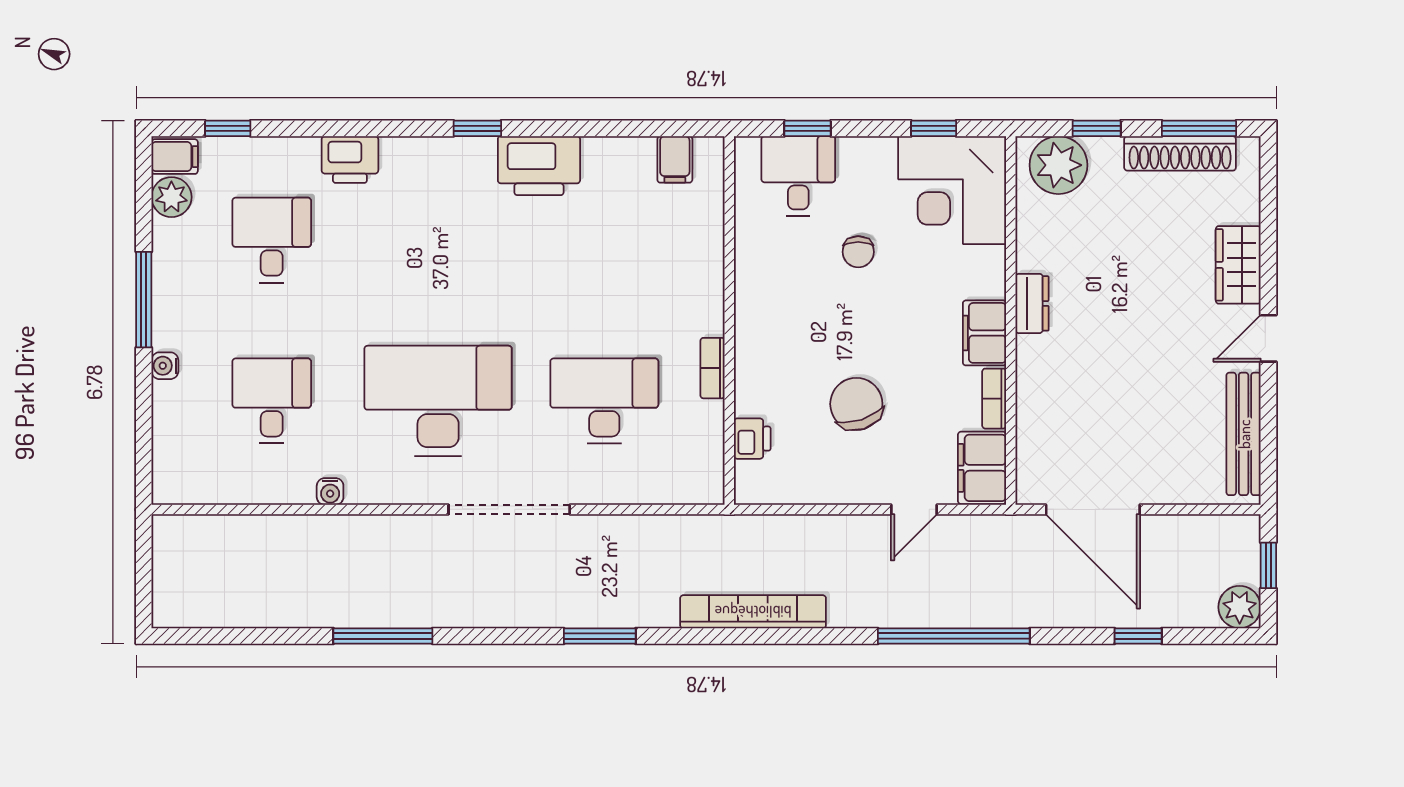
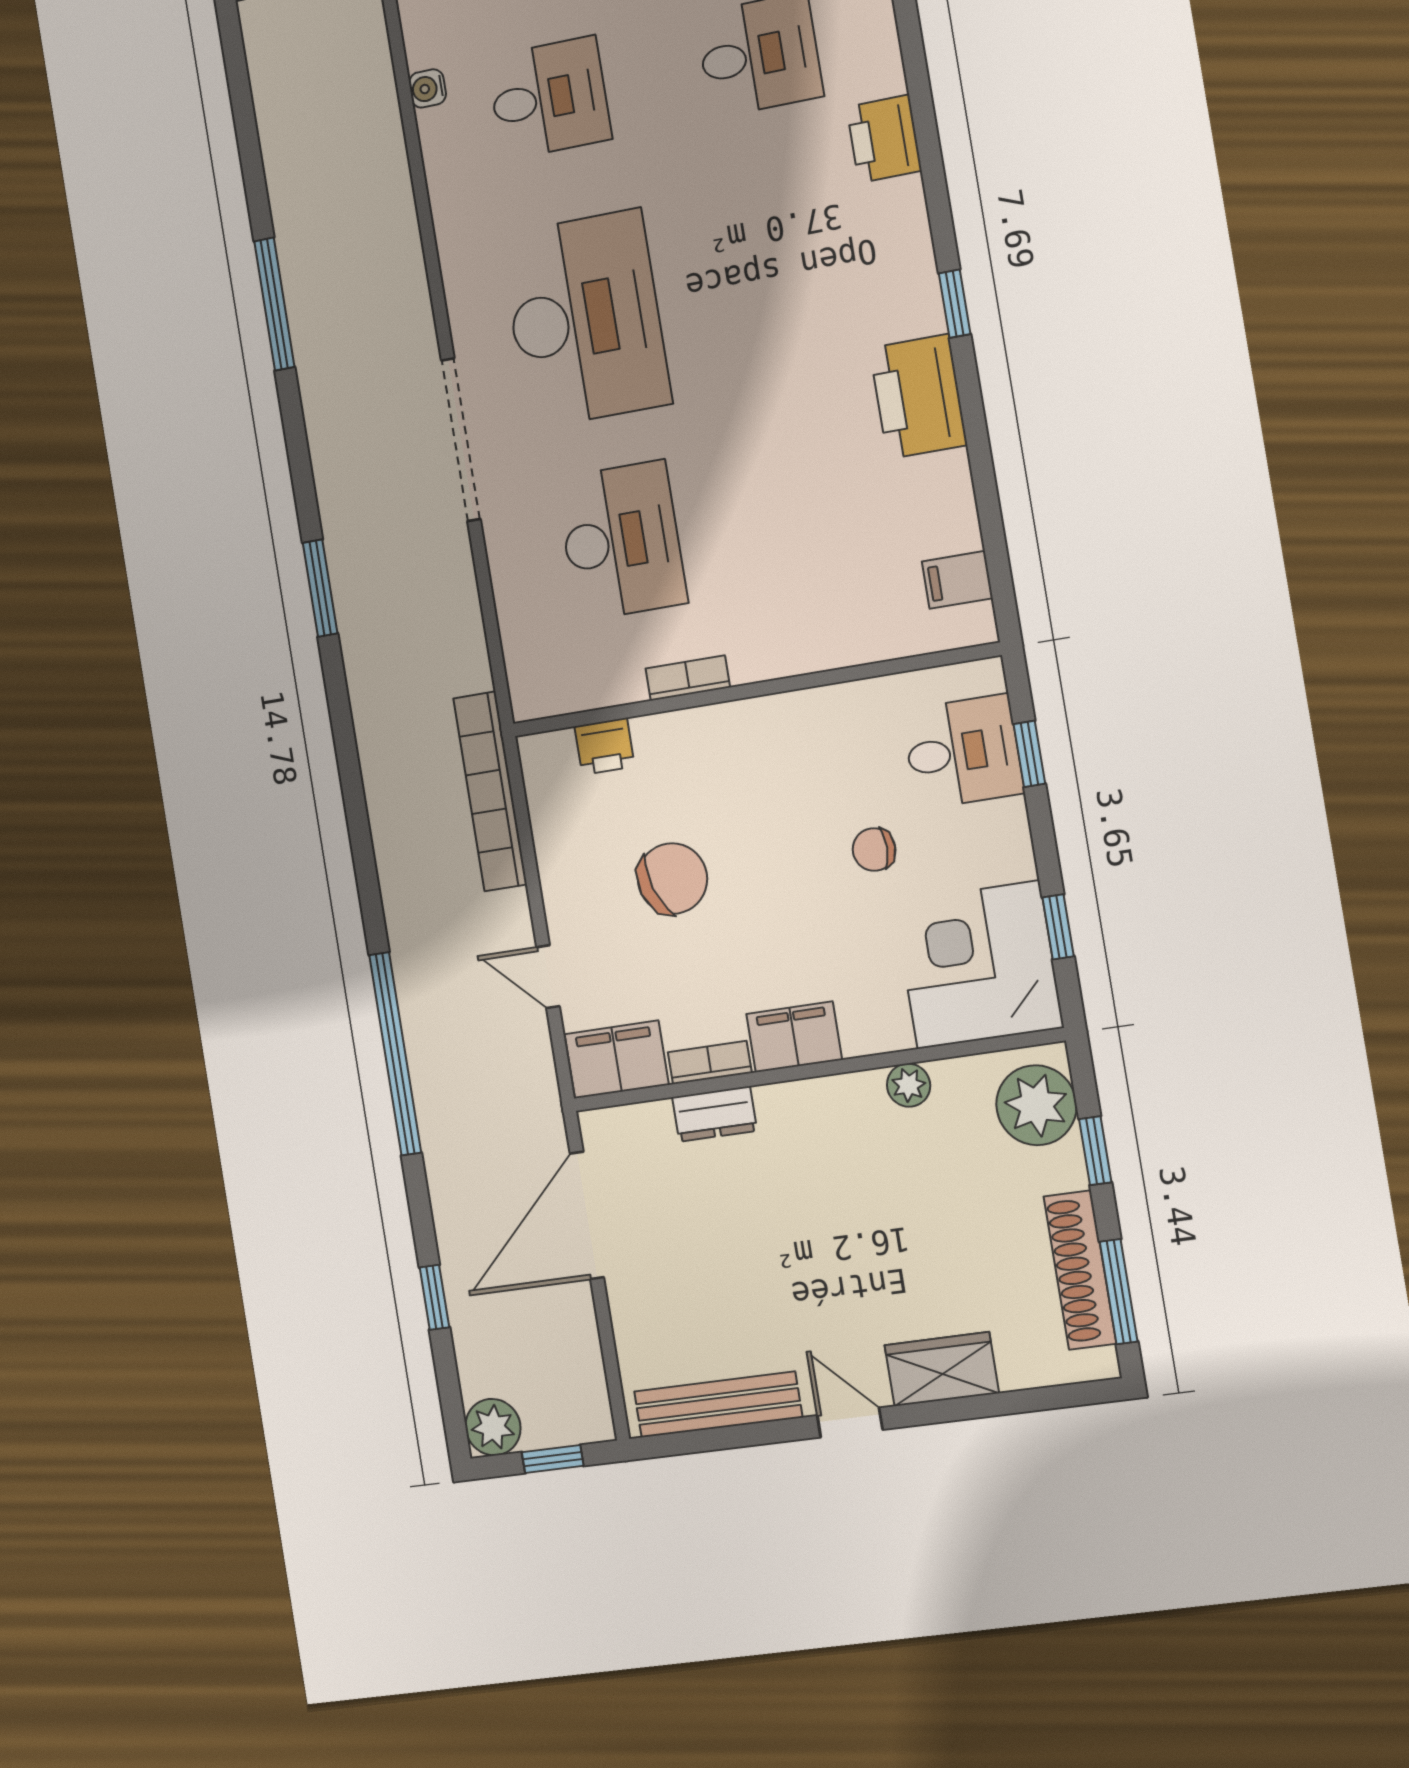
plant: (1031, 255) -> (909, 1085), added
dresser: (1032, 303) -> (714, 1114), moved
water cooler: (330, 491) -> (427, 88), moved
bookcase: (753, 612) -> (490, 791), moved, turned 180

